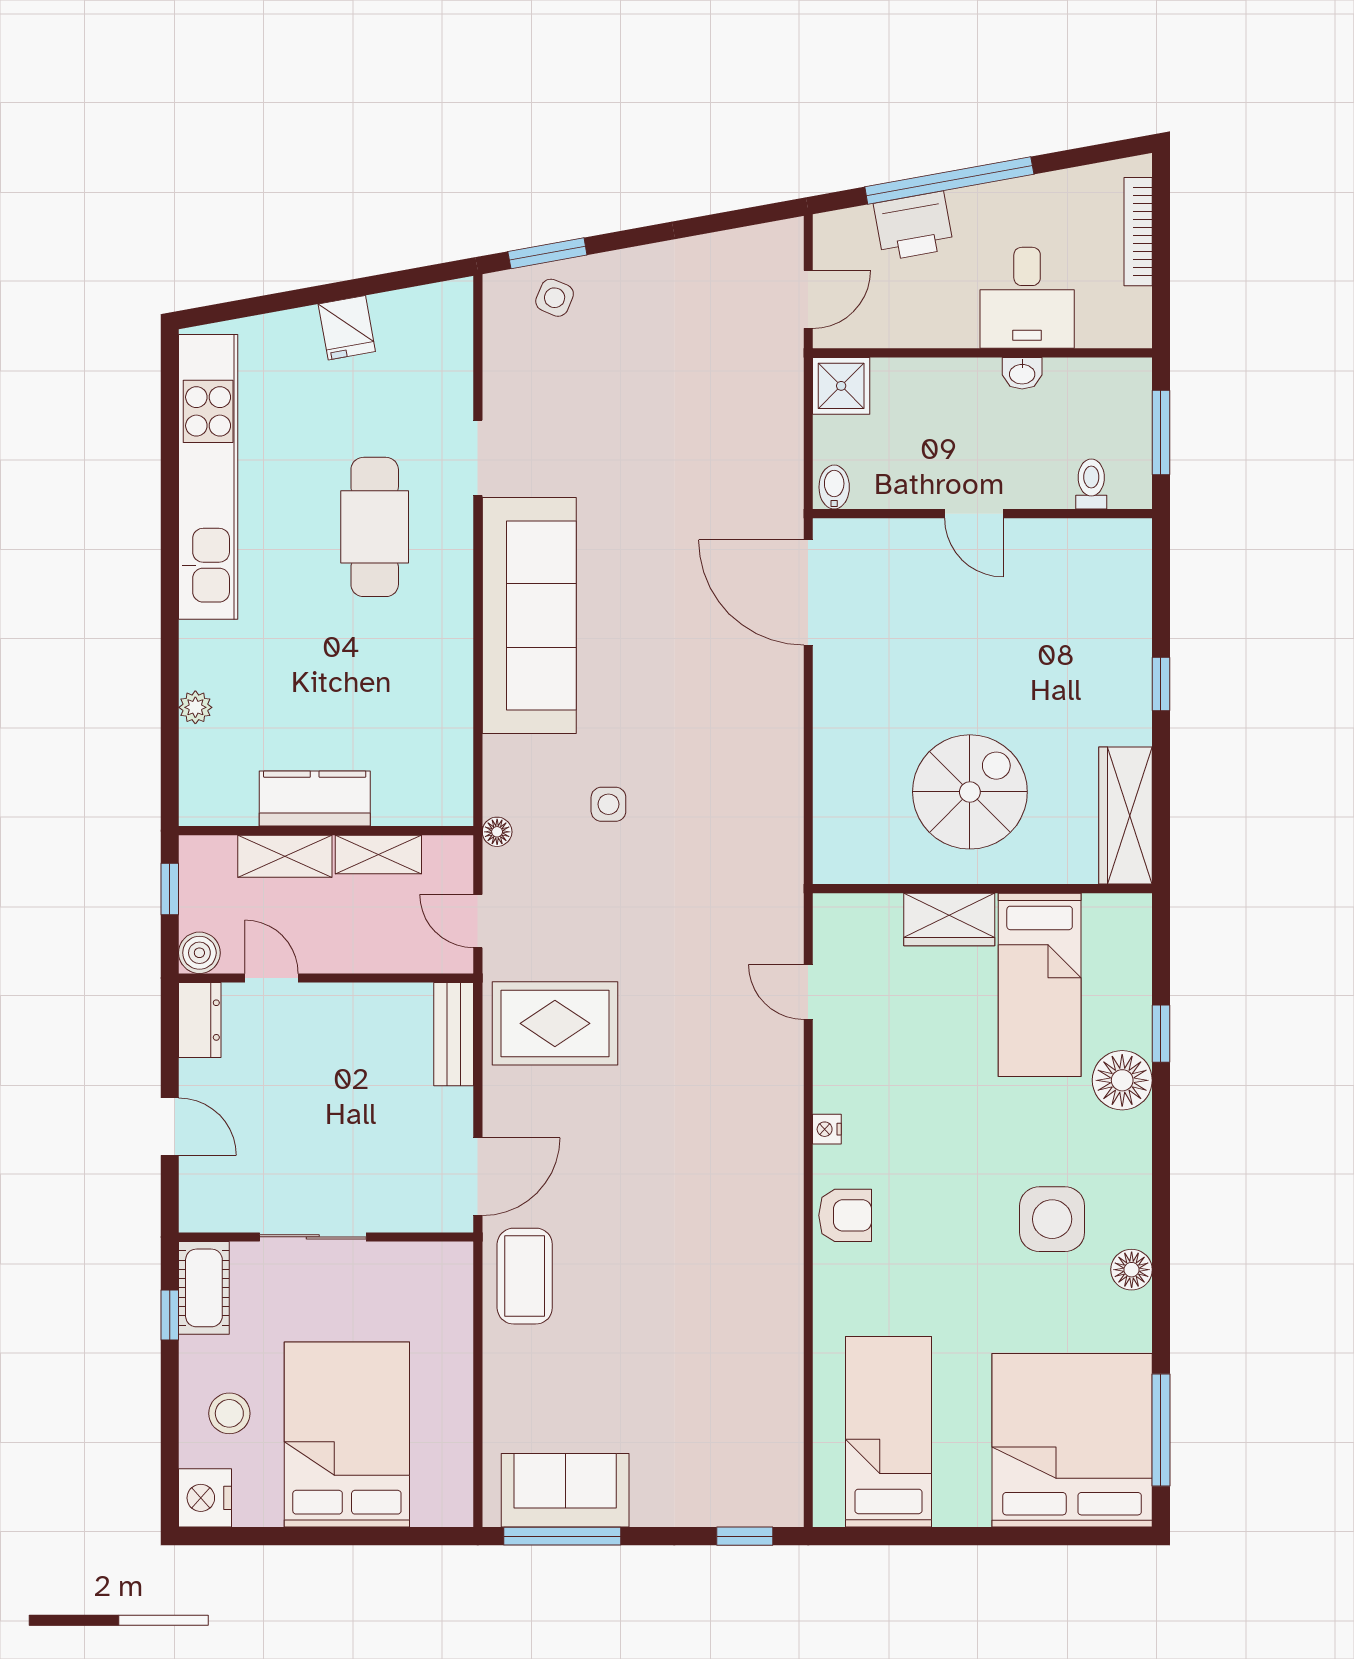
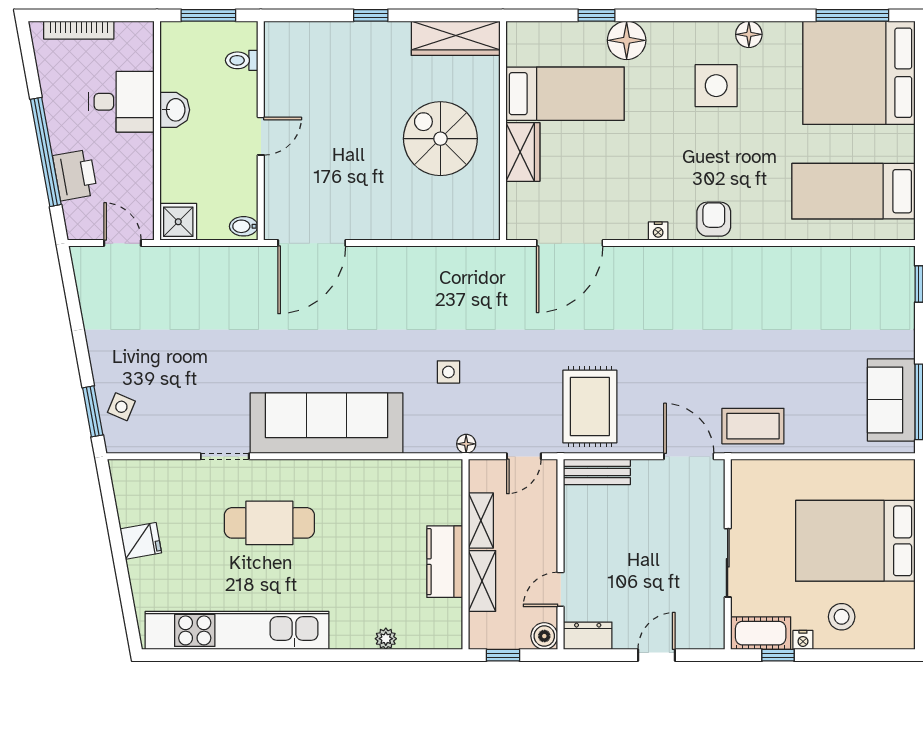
washbasin: (1022, 373) -> (175, 110), width x1.38, depth x1.45
door: (808, 992) -> (570, 243), width x1.88
nightstand: (205, 1498) -> (803, 640), moved, width x0.53, depth x0.56

